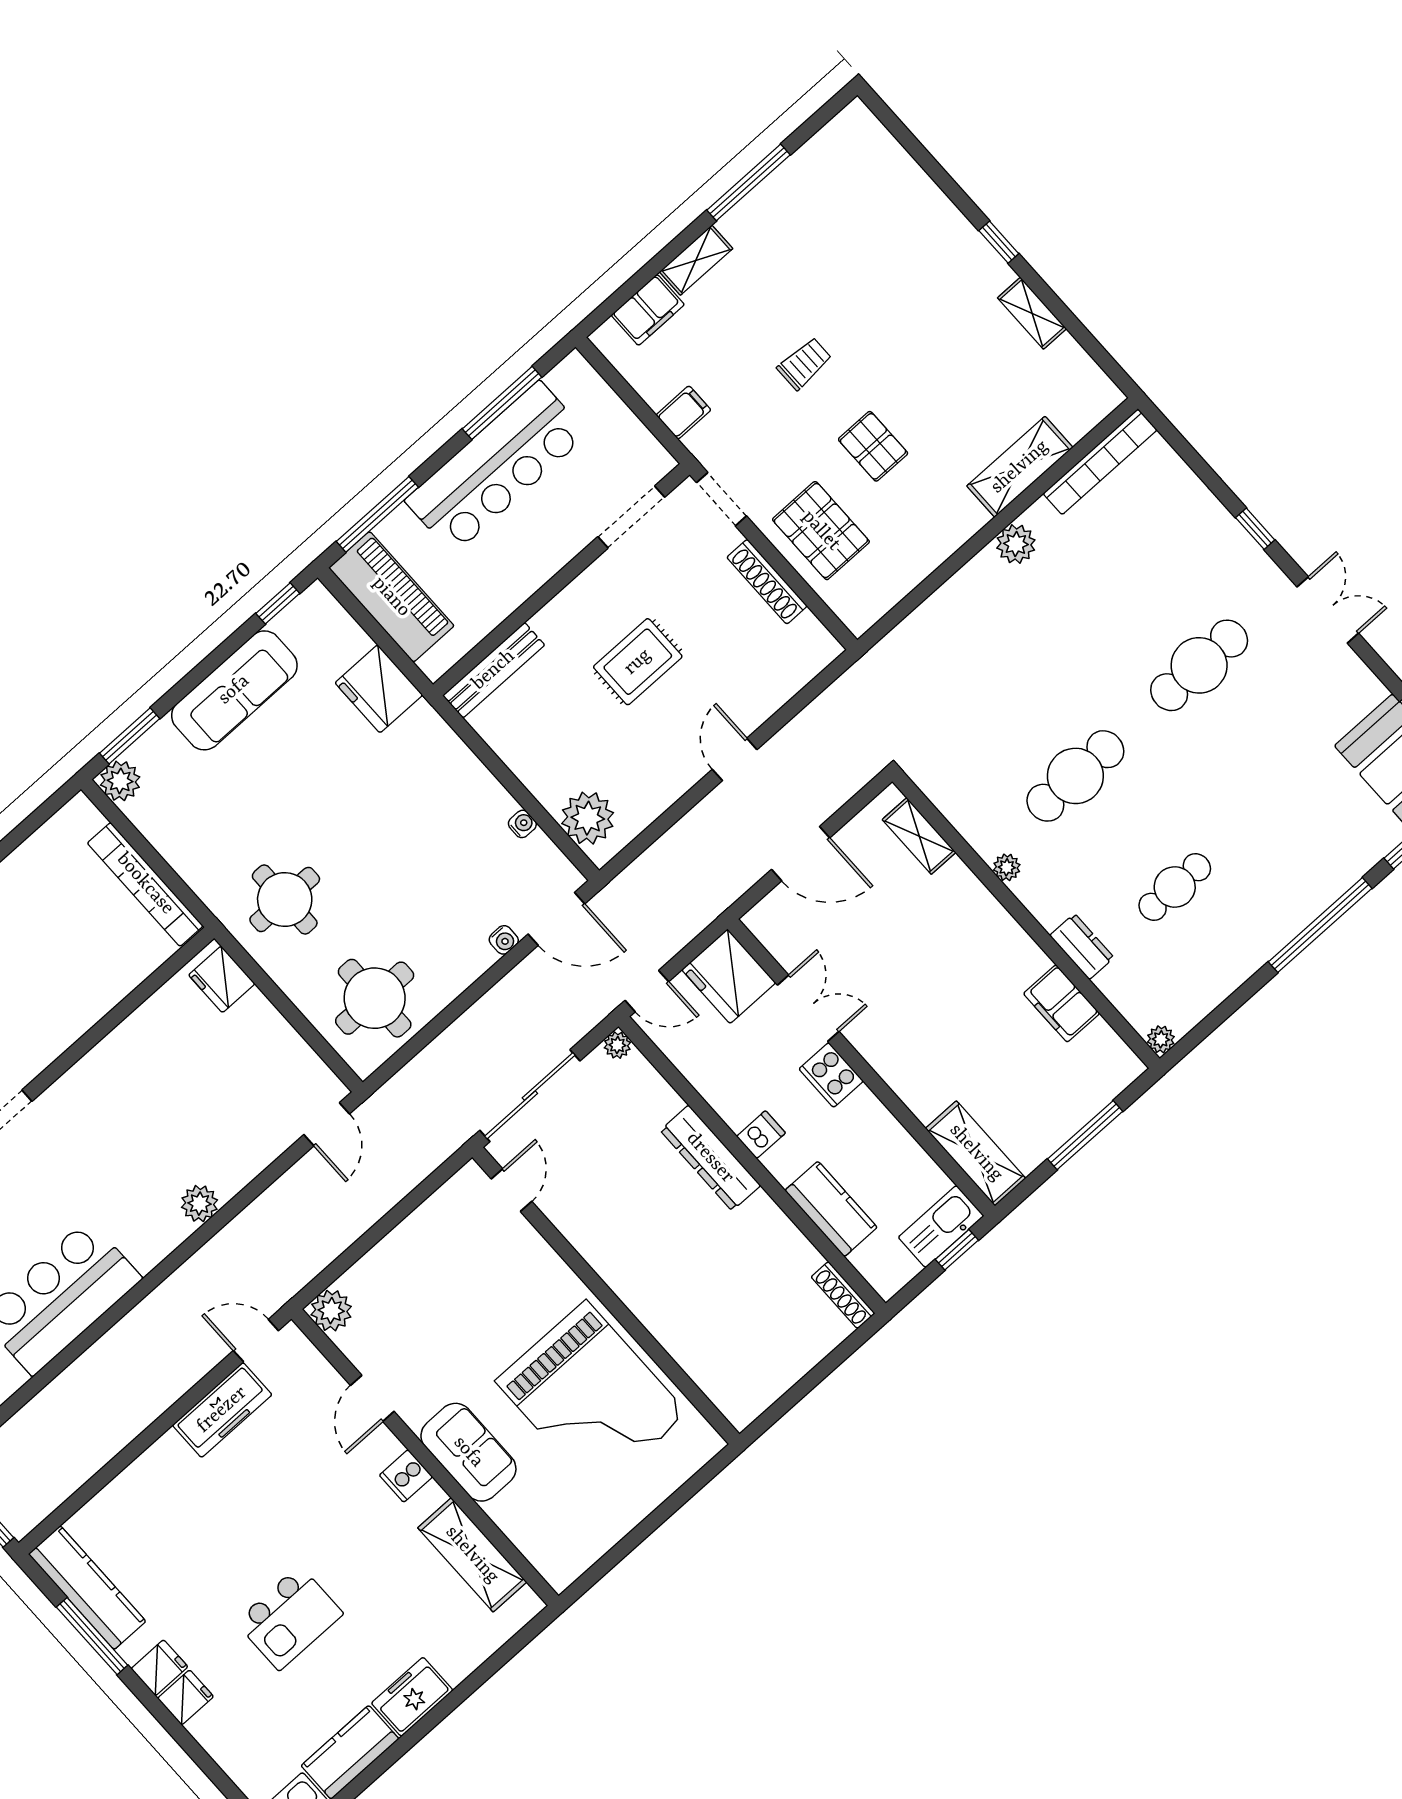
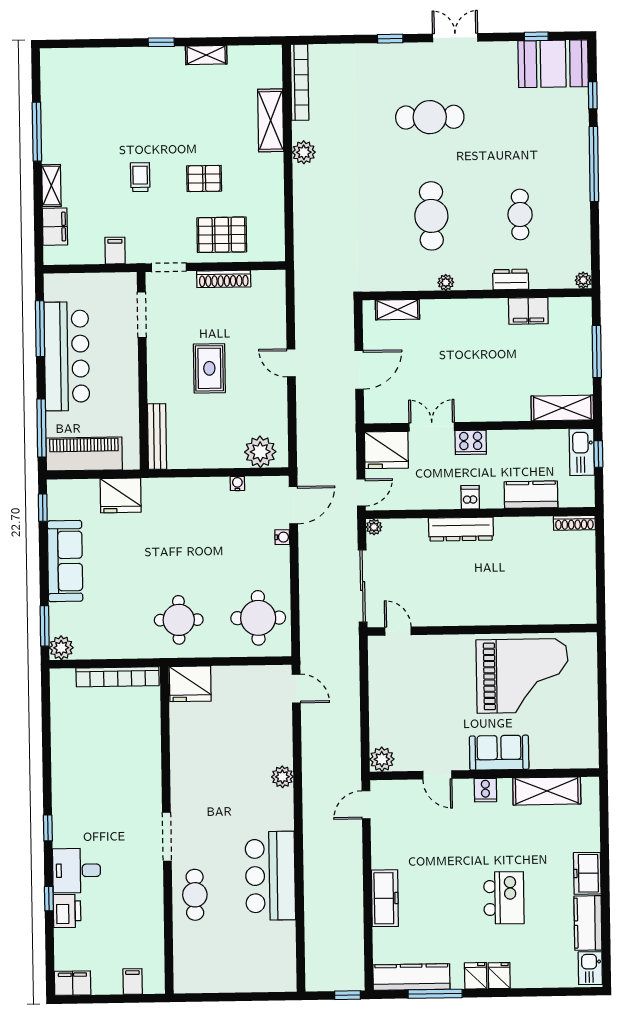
cafe table: (1199, 665) -> (430, 117), turned 90
fridge: (222, 979) -> (190, 684), width x1.36, depth x1.34
freezer: (222, 1410) -> (385, 898), moved

